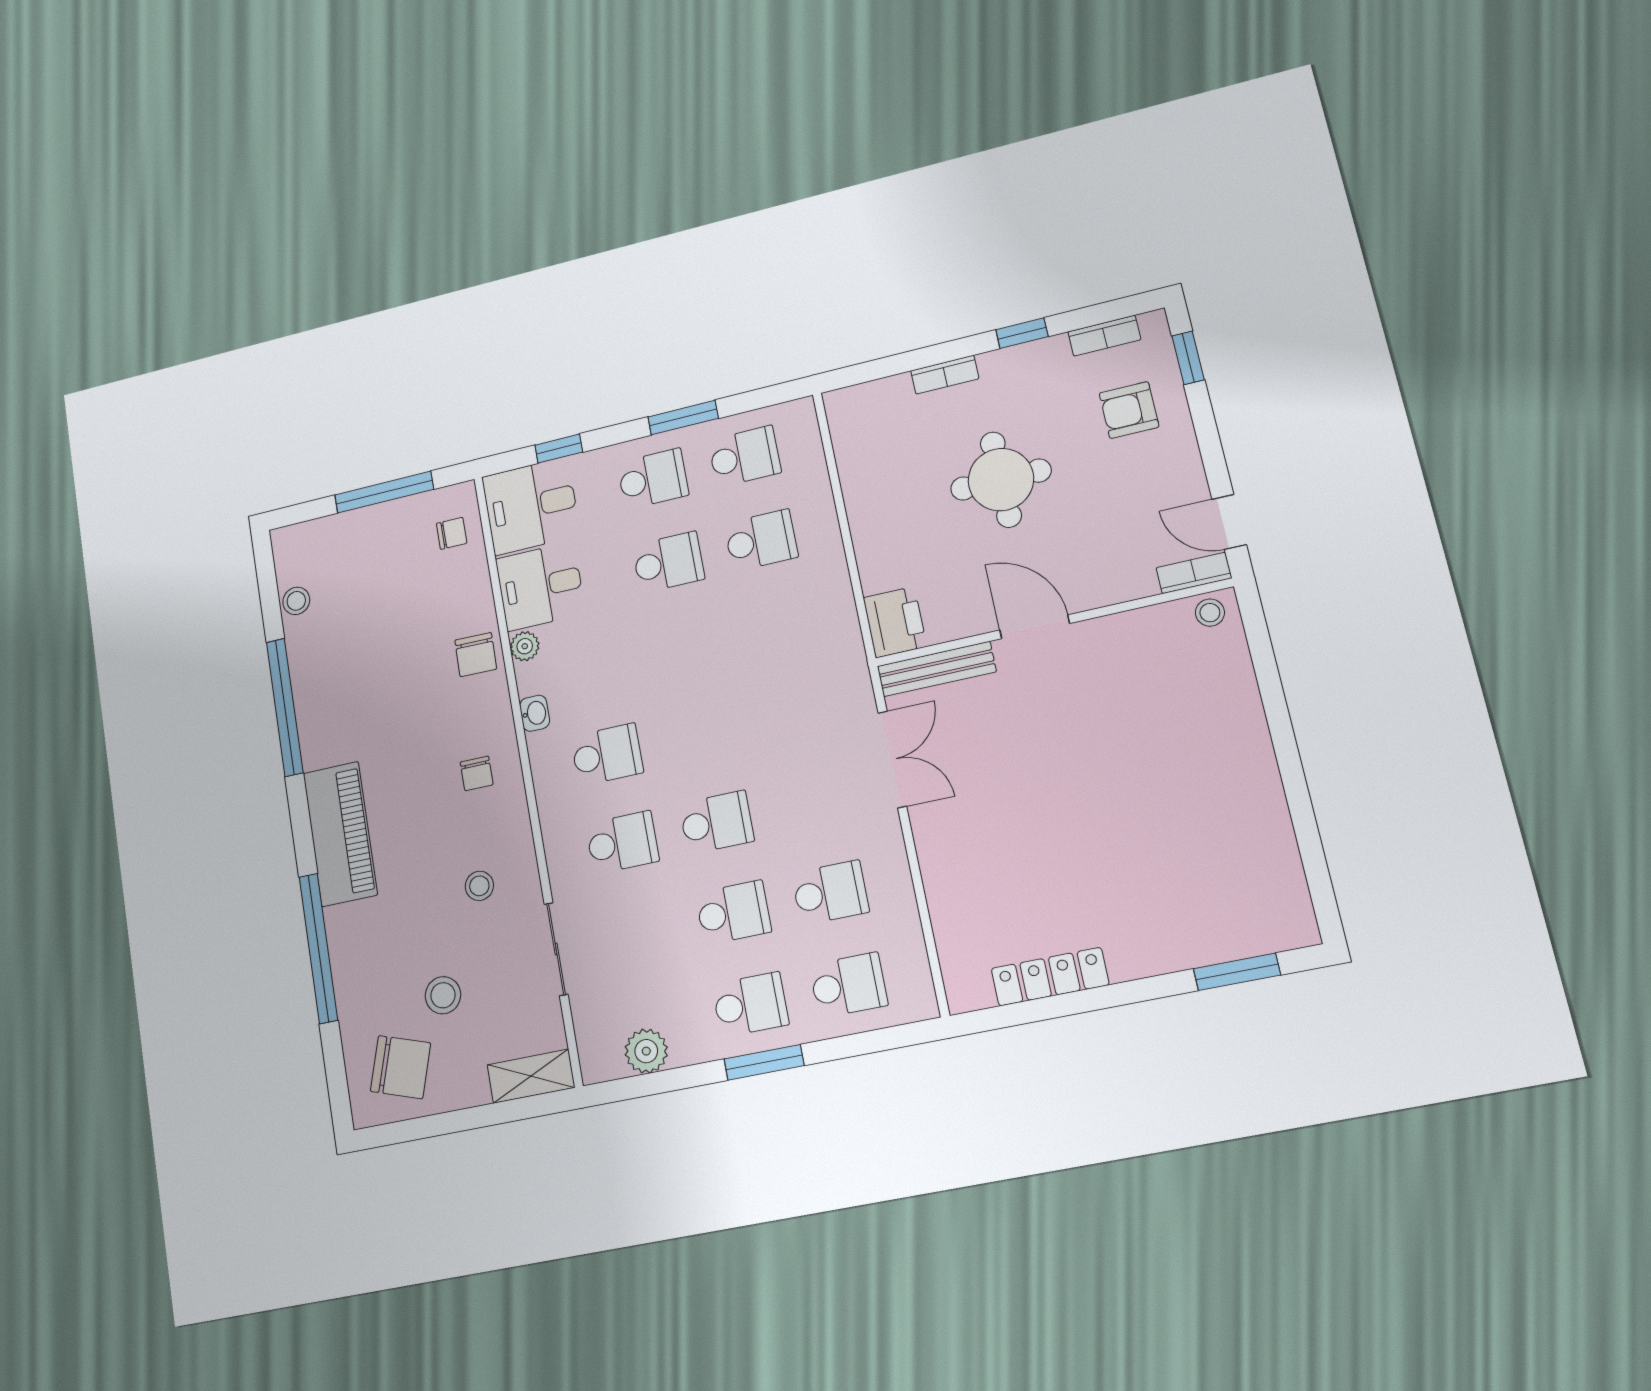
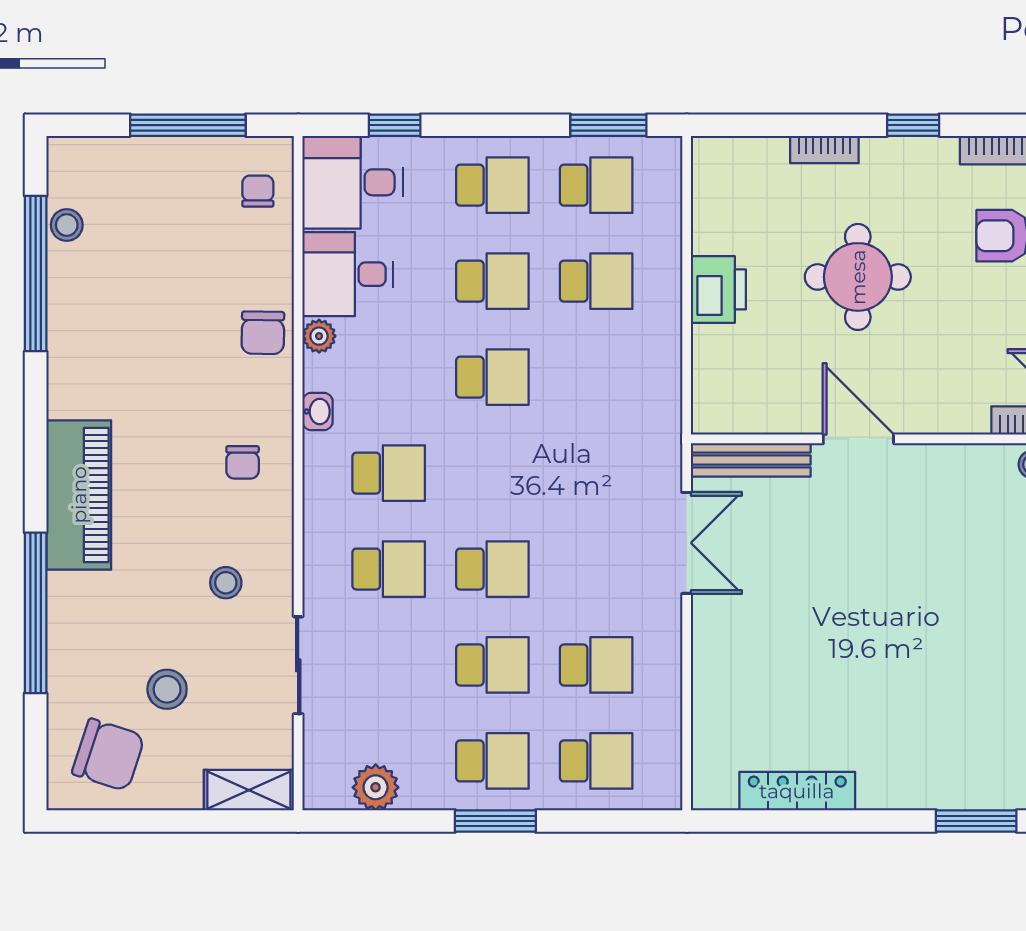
window: (683, 418) -> (608, 125), moved
chair: (452, 533) -> (258, 191), turned -90
printer: (895, 622) -> (718, 289), moved
school desk: (684, 647) -> (492, 377), added
window: (285, 707) -> (36, 274), moved

